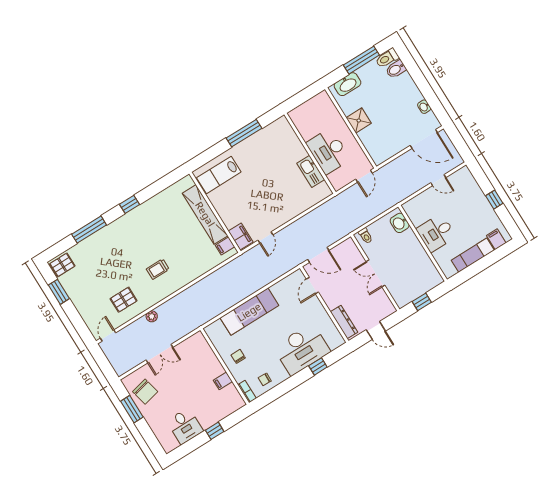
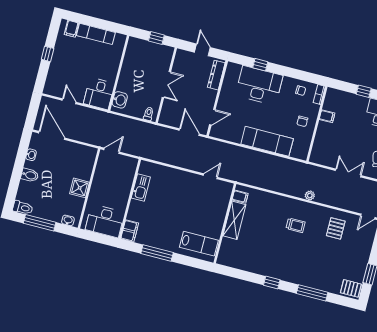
bidet: (396, 69) -> (30, 175), moved
washbasin: (347, 84) -> (68, 220), width x0.52, depth x0.69
desk: (328, 151) -> (105, 221), moved, turned 90
shelving: (205, 214) -> (234, 220), width x0.68
desk: (436, 233) -> (99, 94), moved, turned 90
filing cabinet: (241, 237) -> (130, 231), moved, turned 180
pallet: (124, 300) -> (336, 228), turned 90
plant: (152, 316) -> (310, 195), moved

